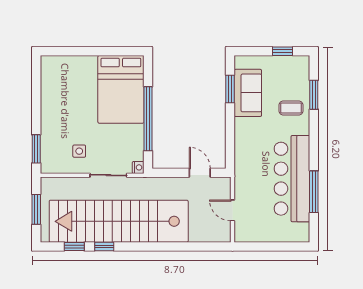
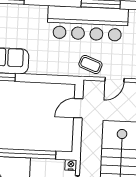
coffee table: (291, 108) -> (90, 64), moved, turned -69

